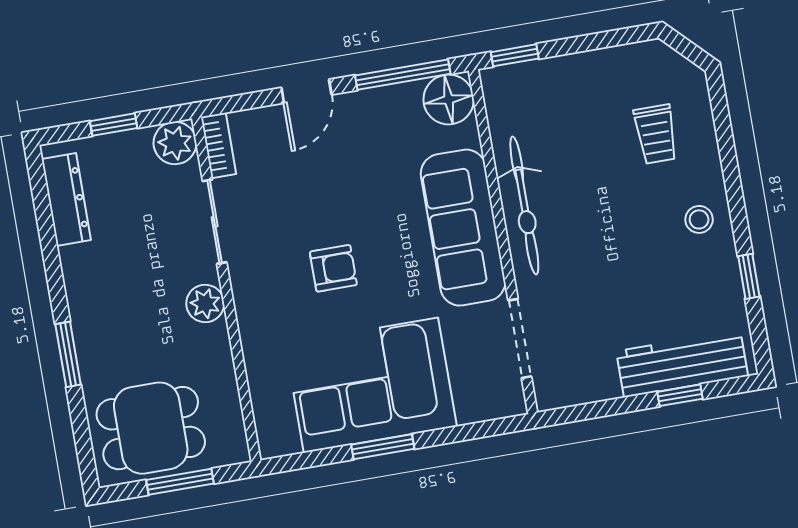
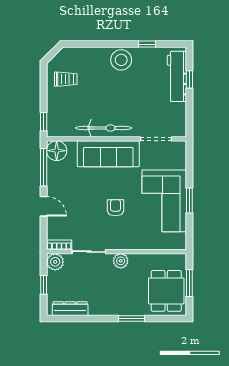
trolley: (656, 134) -> (66, 79), moved
stool: (699, 219) -> (121, 60), width x1.89, depth x1.89

